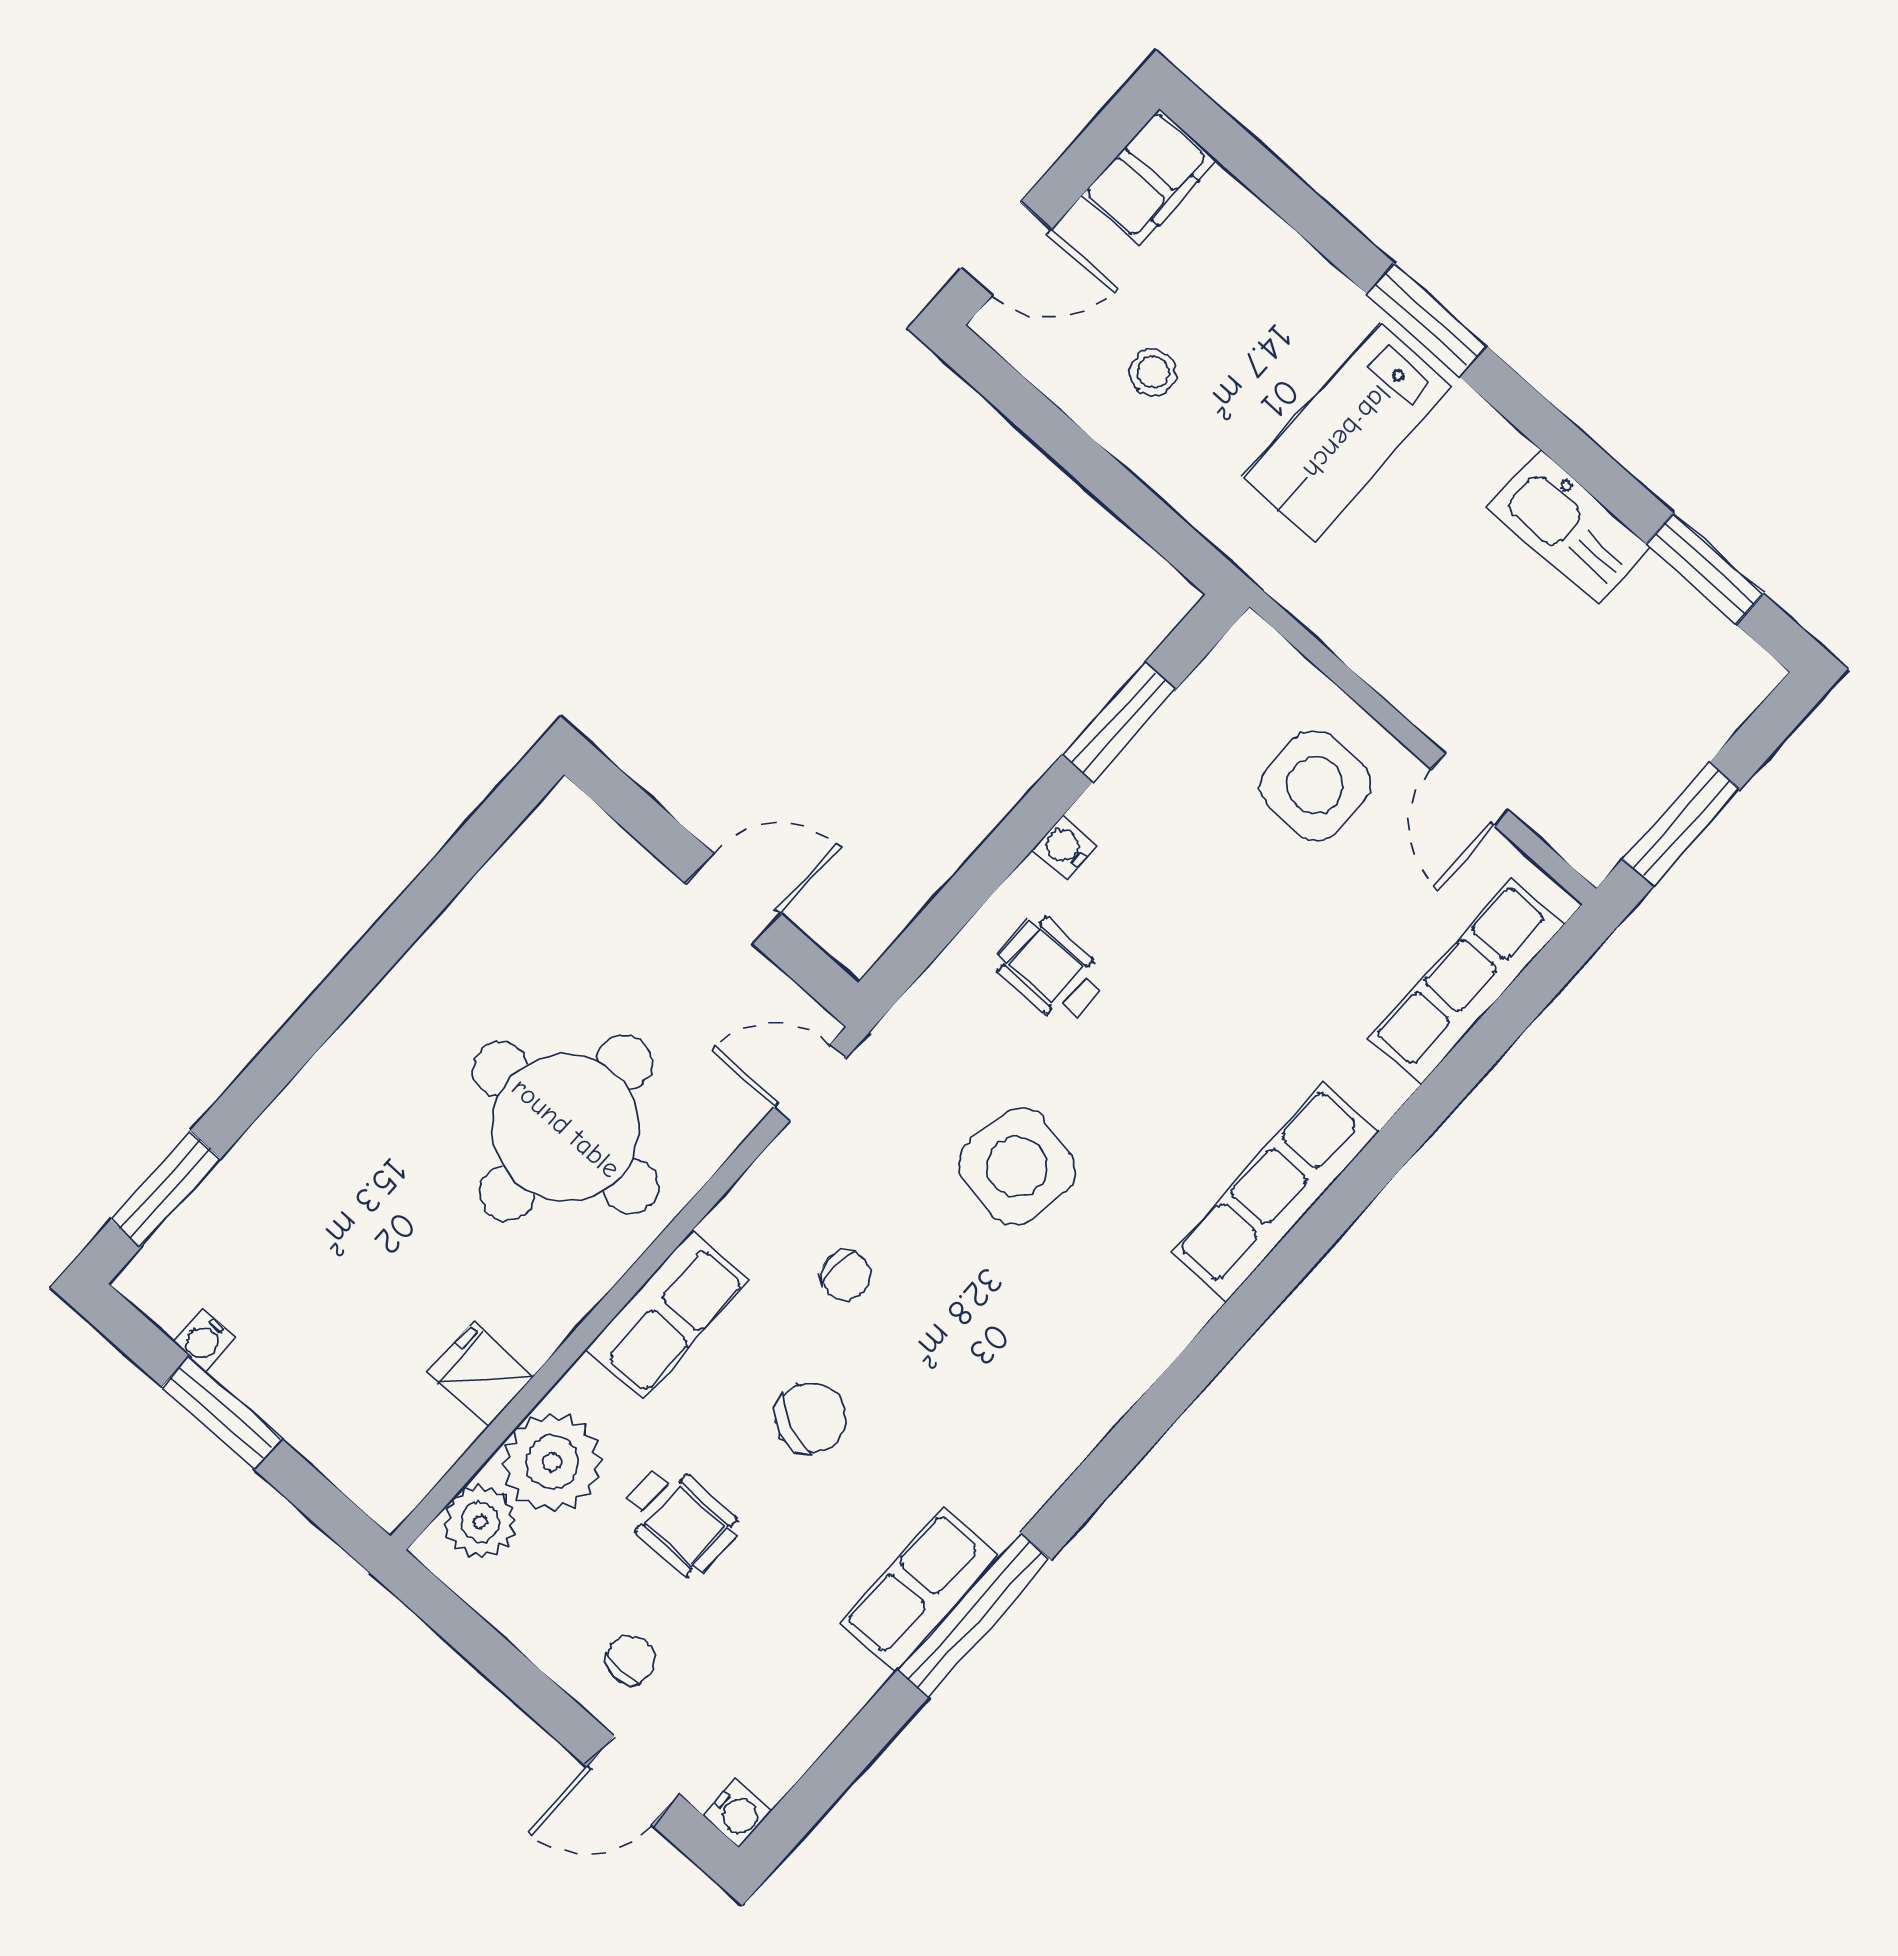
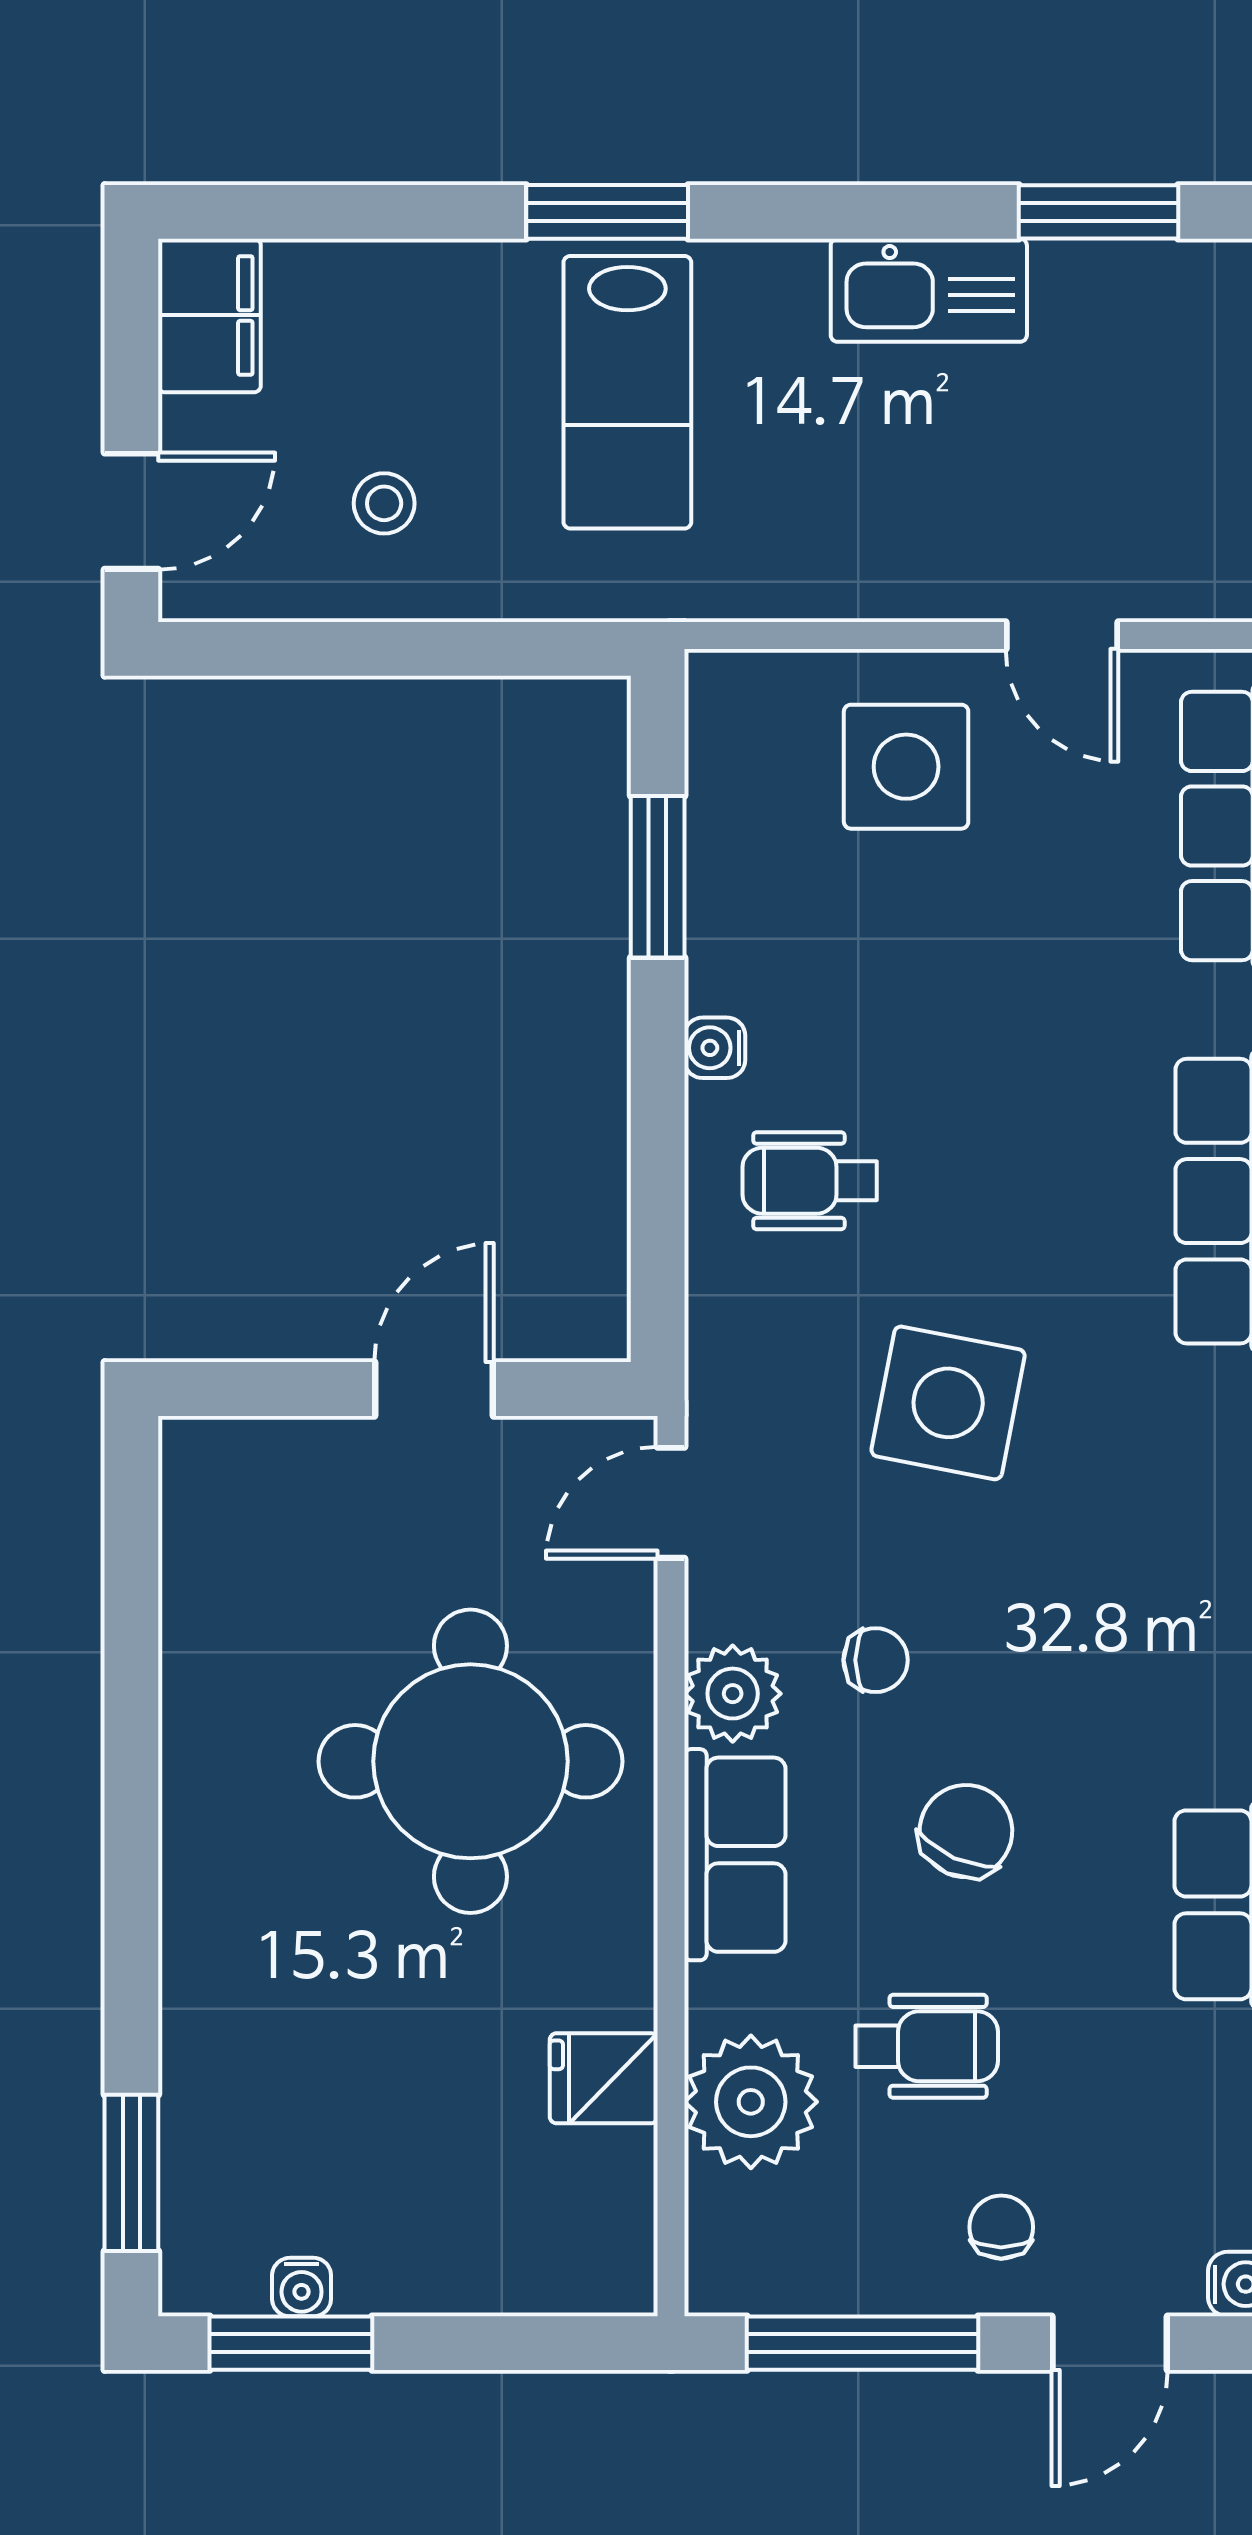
window: (222, 1413) -> (291, 2343), moved
plant: (480, 1522) -> (733, 1694), moved
window: (493, 1655) -> (862, 2343), added

